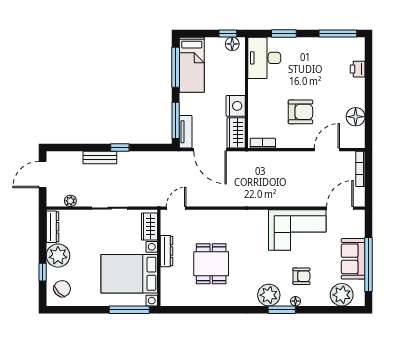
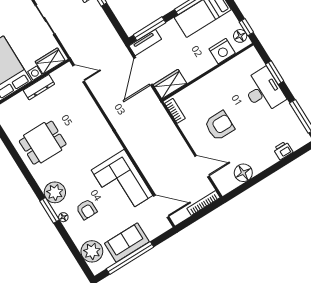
desk: (264, 58) -> (263, 91), moved, turned 90
nightstand: (236, 106) -> (222, 51), moved
armchair: (300, 112) -> (219, 126), turned -90
dining table: (211, 264) -> (43, 143), moved

